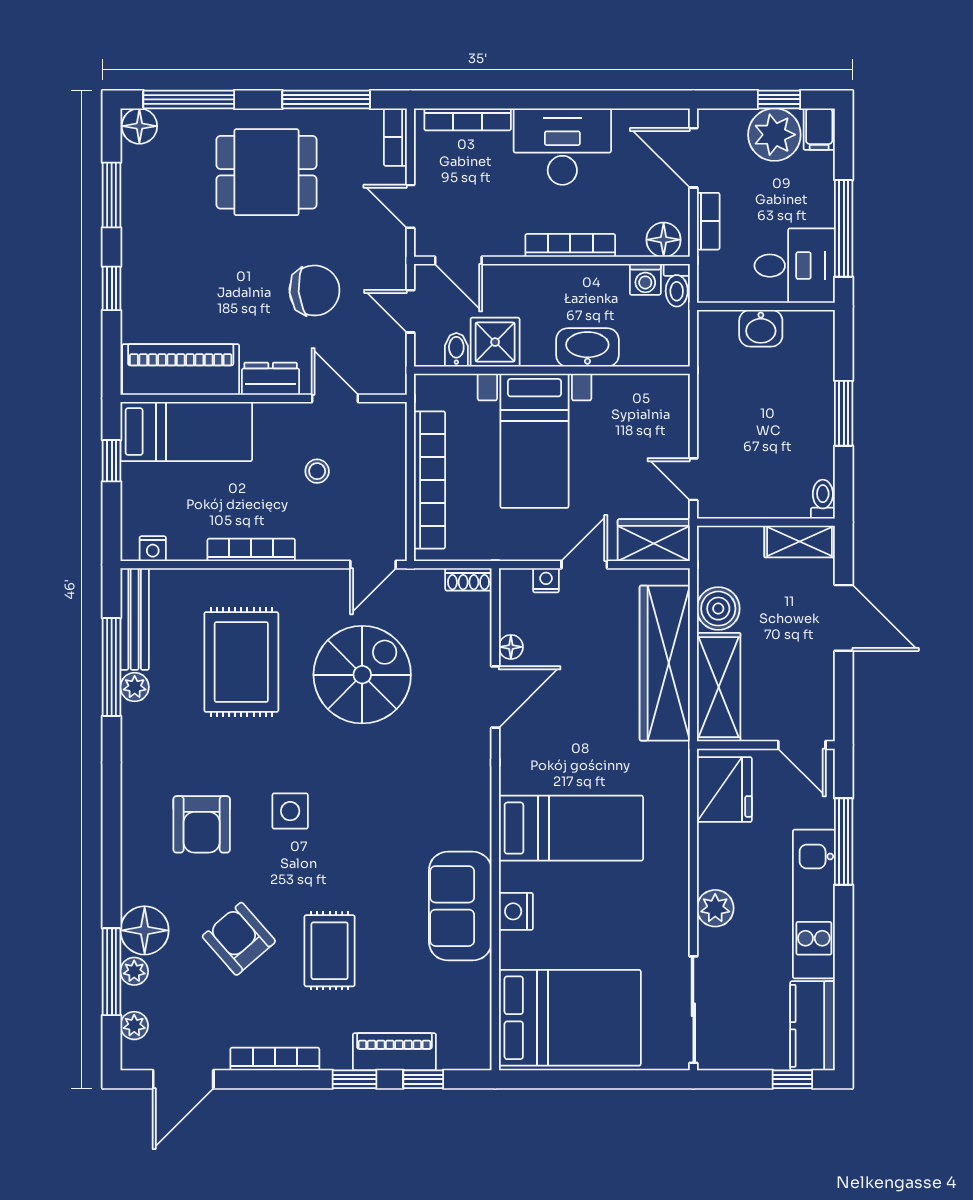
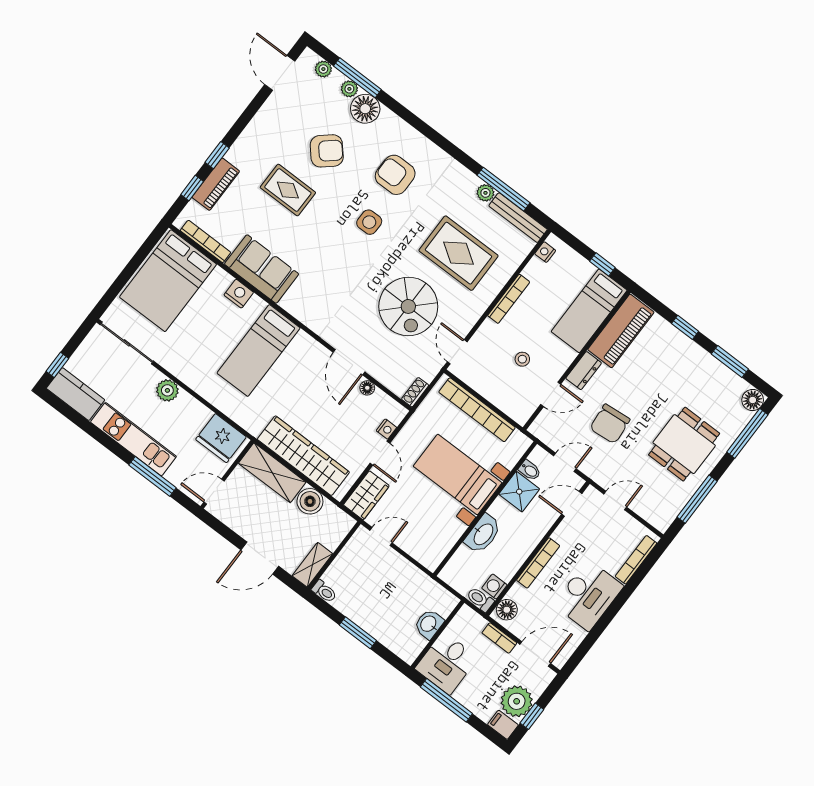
bookcase: (395, 137) -> (654, 519), removed
bookcase: (275, 1059) -> (206, 241), moved, turned -90

